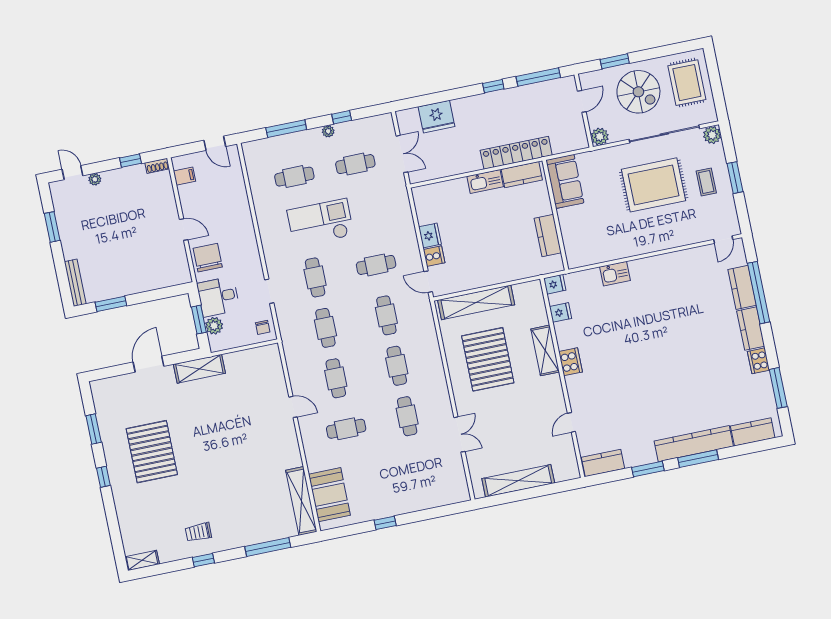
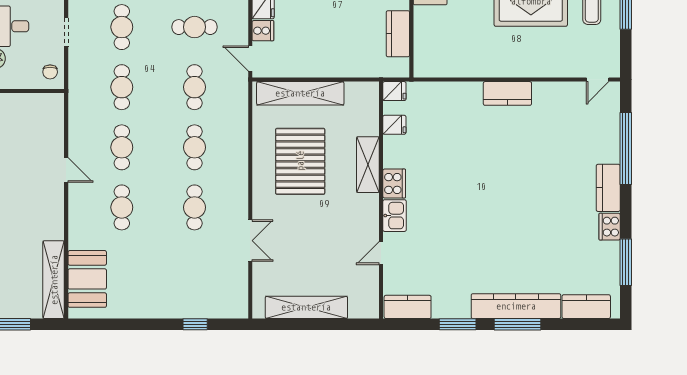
kitchen sink: (615, 274) -> (395, 216), moved, turned -90
kitchen counter: (742, 287) -> (507, 93), moved, turned -90
cafe table: (346, 429) -> (122, 207), turned 90
window: (385, 523) -> (195, 324), moved

